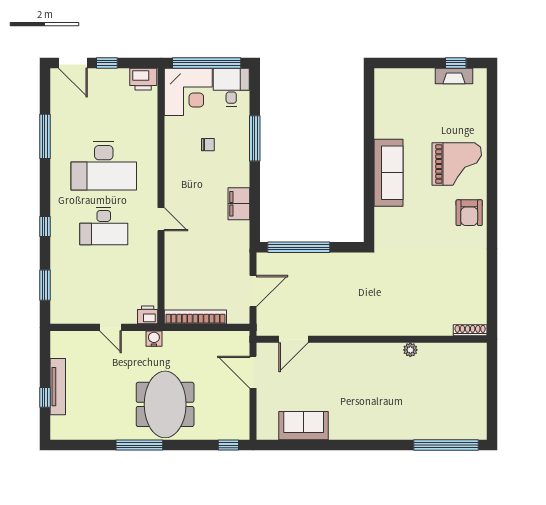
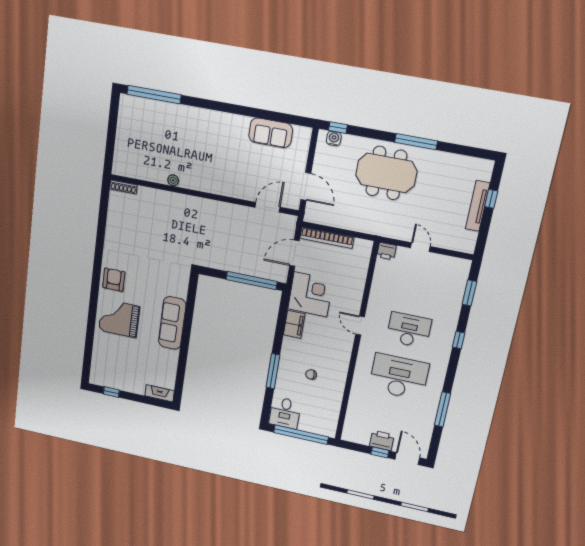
fireplace: (454, 76) -> (160, 393), moved
printer: (143, 79) -> (382, 440), moved
corner desk: (188, 92) -> (310, 294), moved, turned 90
bookcase: (195, 317) -> (327, 238), moved
water cooler: (154, 339) -> (334, 139), moved, turned 180
meeting table: (165, 404) -> (386, 173), turned 90

